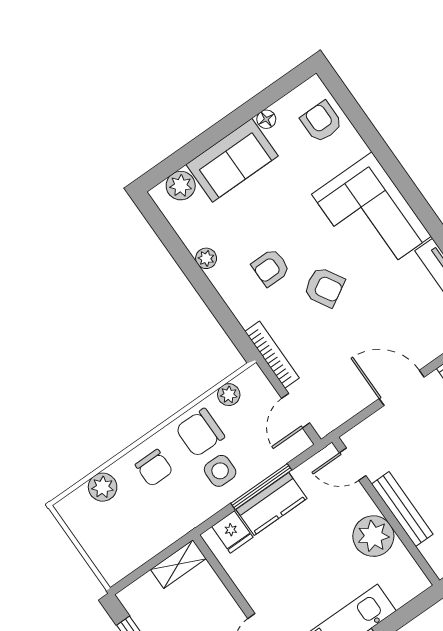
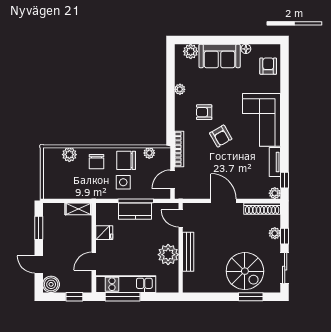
fridge: (232, 532) -> (104, 233), moved, turned -90

